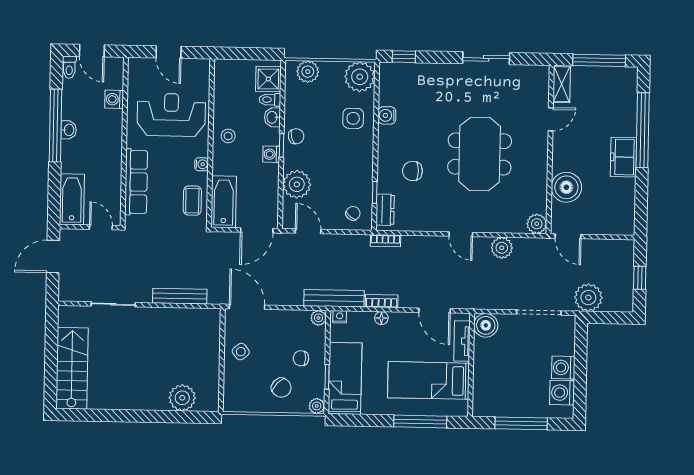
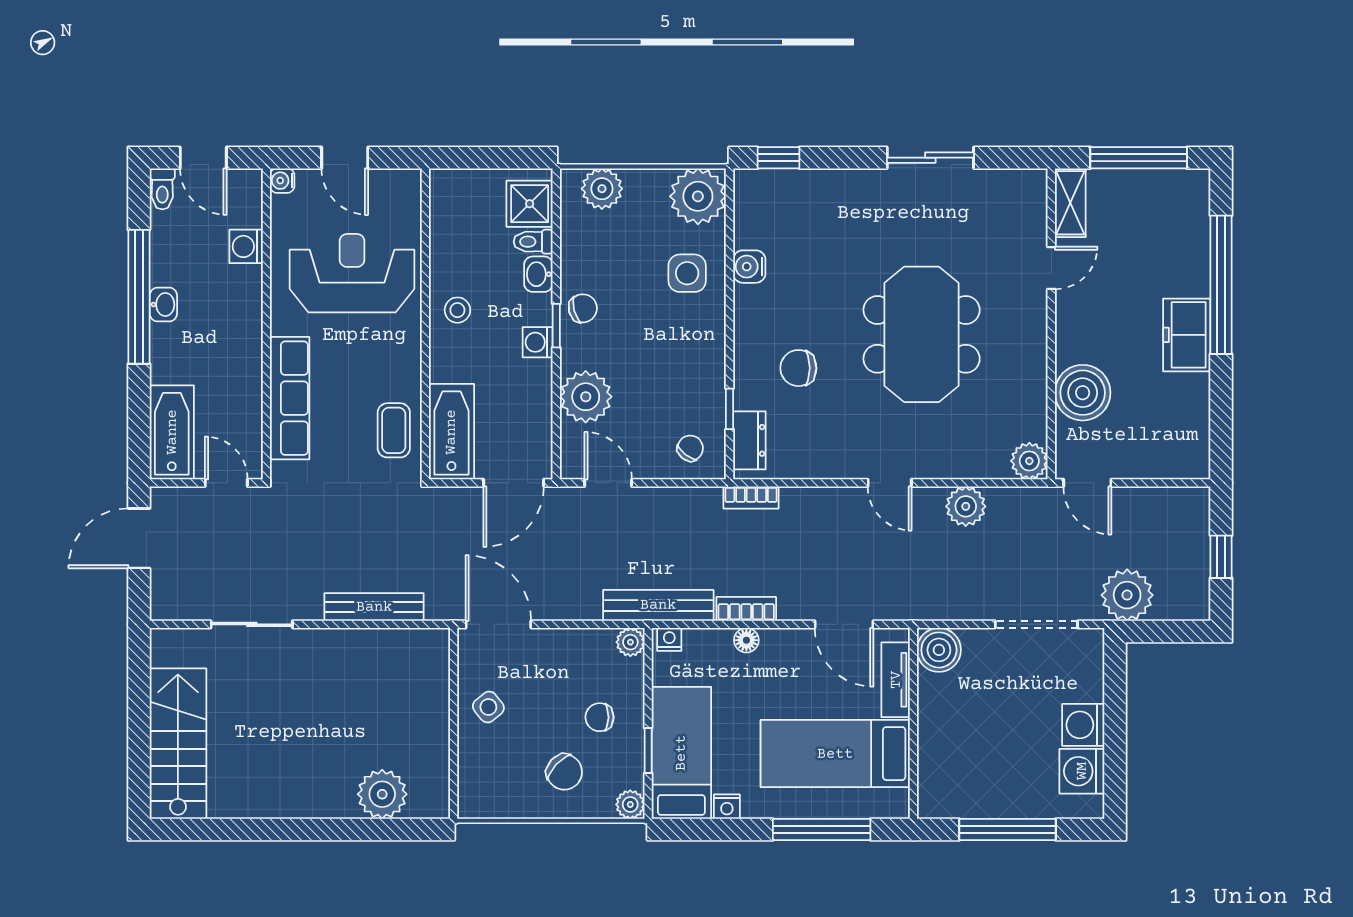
water cooler: (202, 164) -> (282, 181), moved, turned 180
nightstand: (369, 408) -> (727, 807), added

